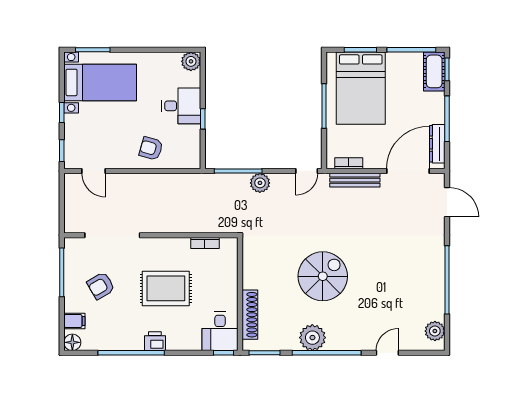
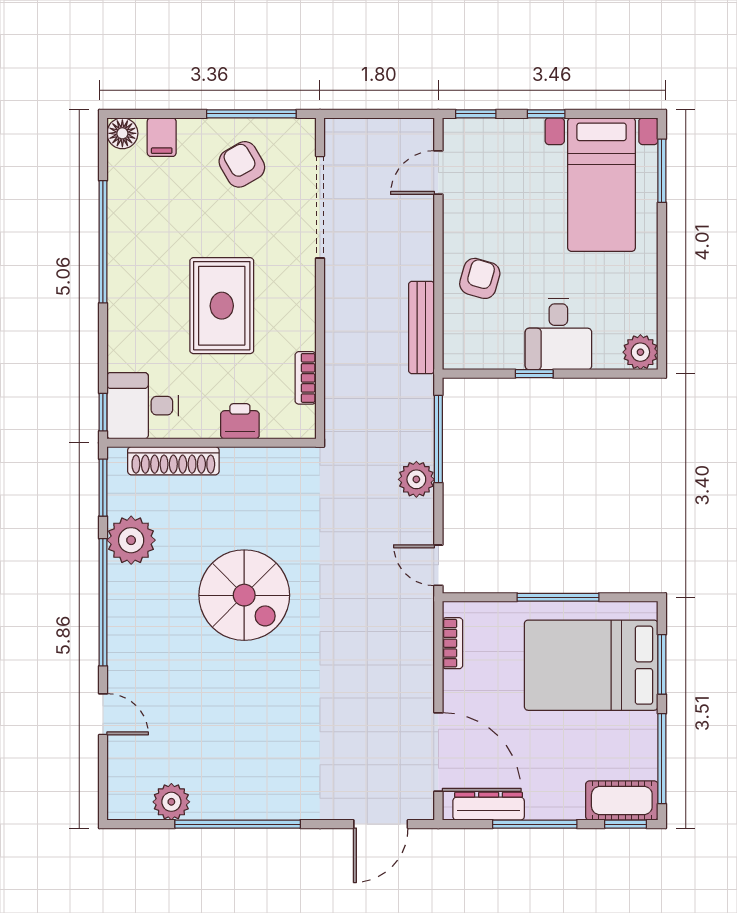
bench: (355, 180) -> (421, 327), moved
armchair: (101, 286) -> (242, 164), moved
plant: (435, 331) -> (171, 802), moved
plant: (312, 338) -> (131, 540), moved
printer: (155, 341) -> (240, 421), moved, turned -90

